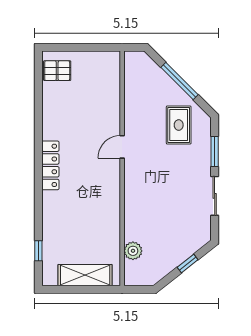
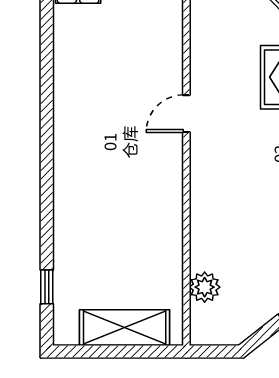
locker: (50, 165) -> (67, 145), removed

